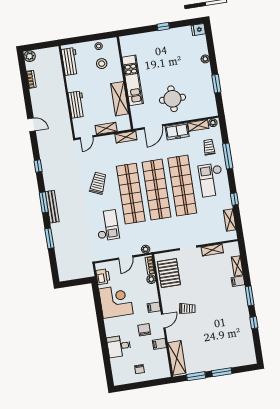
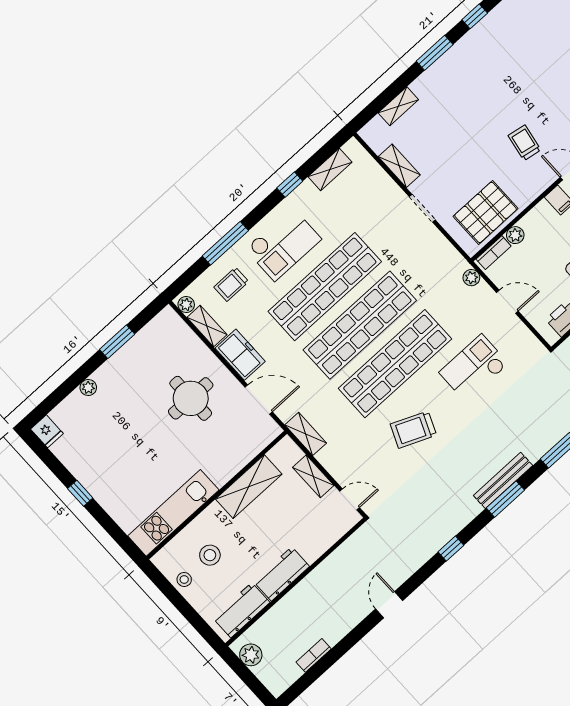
plant: (30, 56) -> (251, 655), moved
kitchen unit: (133, 80) -> (173, 513), moved
workbench: (77, 105) -> (281, 574), moved
filing cabinet: (238, 281) -> (423, 88), removed

